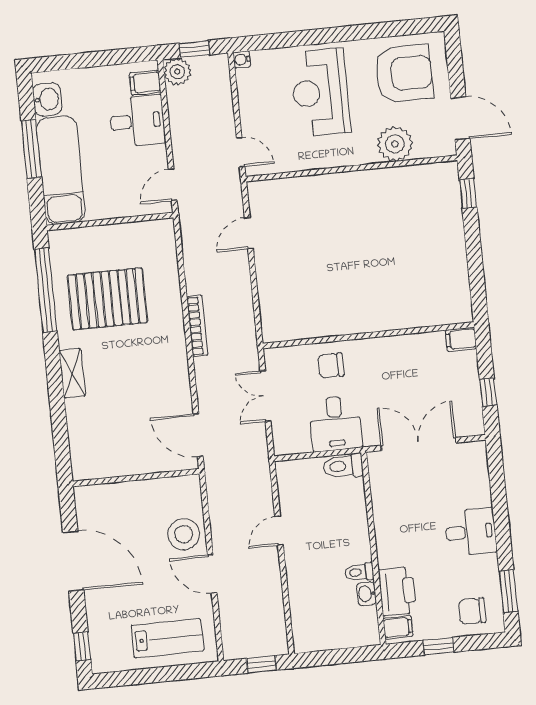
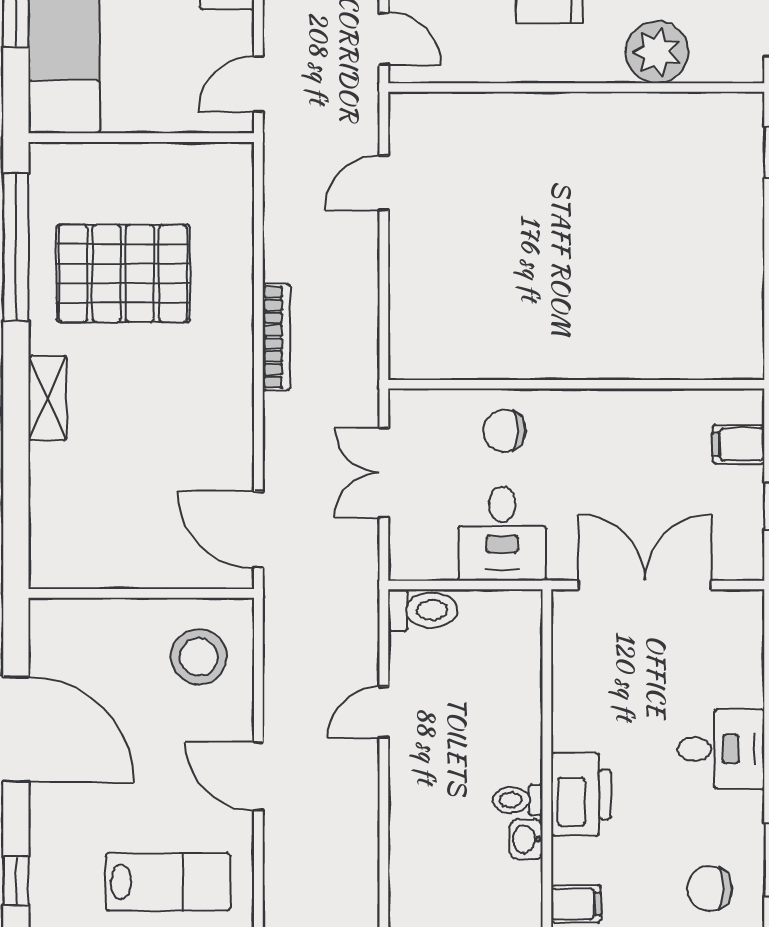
filing cabinet: (461, 339) -> (738, 444), moved
toilet: (343, 466) -> (423, 610), moved, turned 180
stool: (184, 534) -> (199, 657), moved
printer: (397, 591) -> (581, 794), moved

